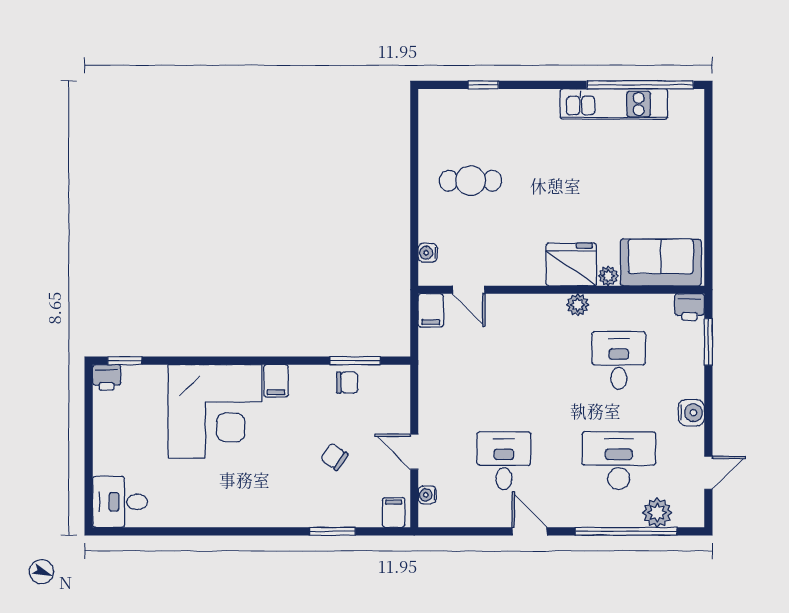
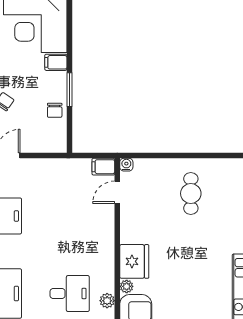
water cooler: (428, 253) -> (126, 165), moved
plant: (578, 305) -> (107, 301), moved
window: (355, 361) -> (69, 90), moved

